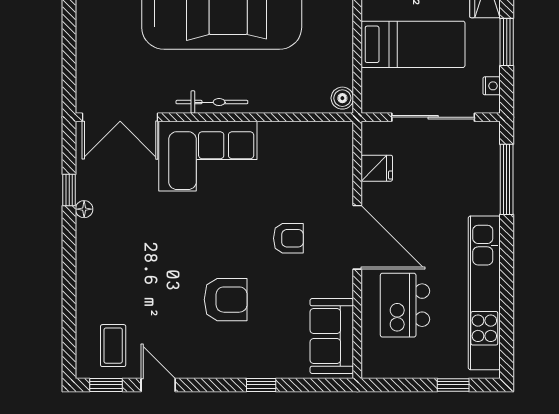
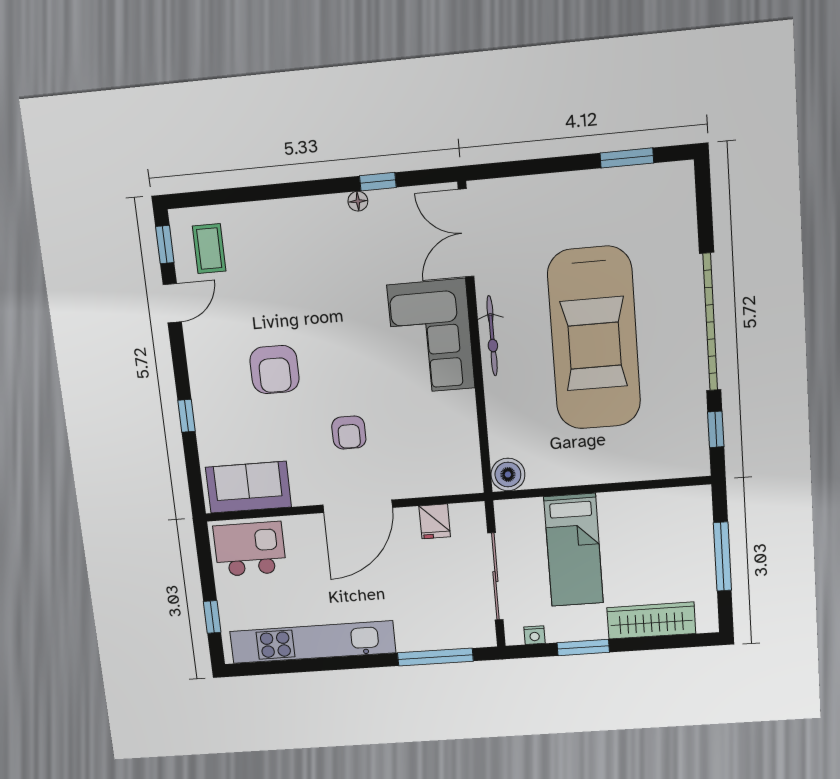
boiler: (342, 98) -> (508, 474), width x1.36, depth x1.36
kitchen island: (405, 305) -> (250, 549), moved
coffee table: (113, 346) -> (209, 249), turned 90

